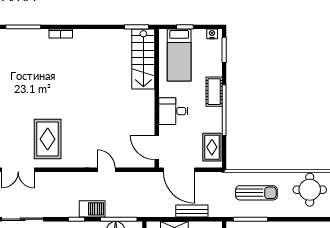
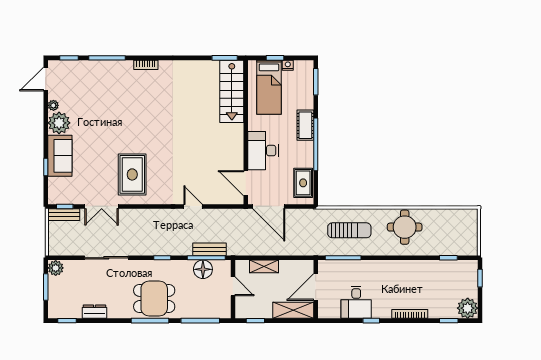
nightstand: (212, 34) -> (288, 65), moved
desk: (173, 111) -> (263, 151), width x1.37
barbecue: (92, 209) -> (179, 247), removed
bench: (192, 211) -> (210, 249), moved

